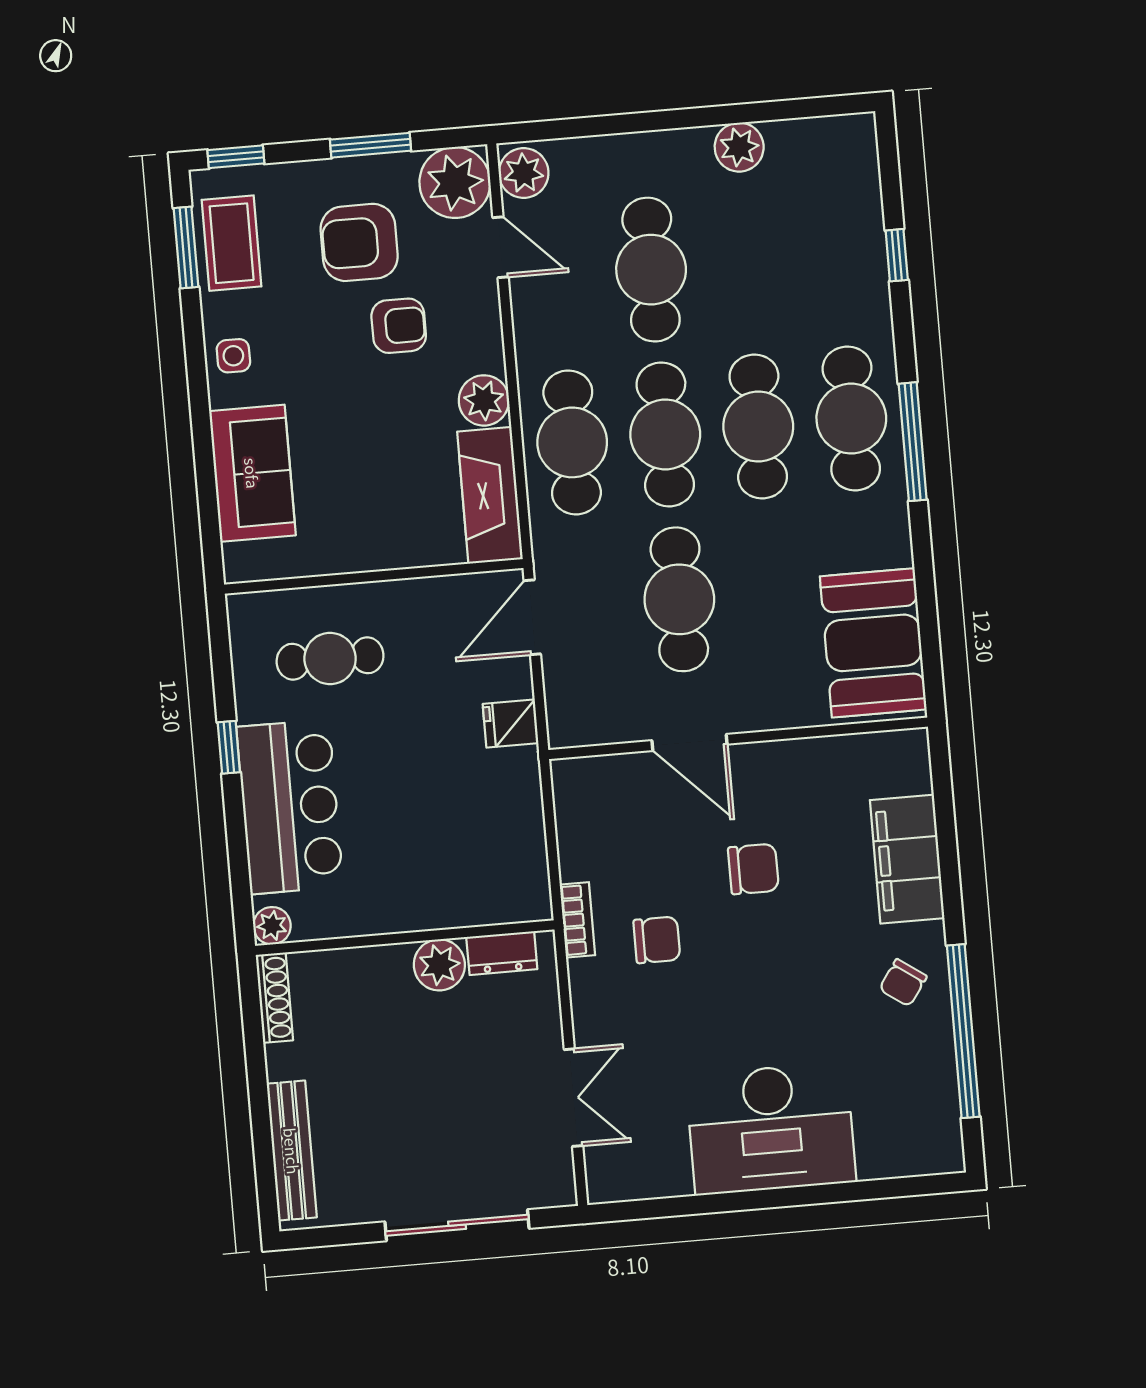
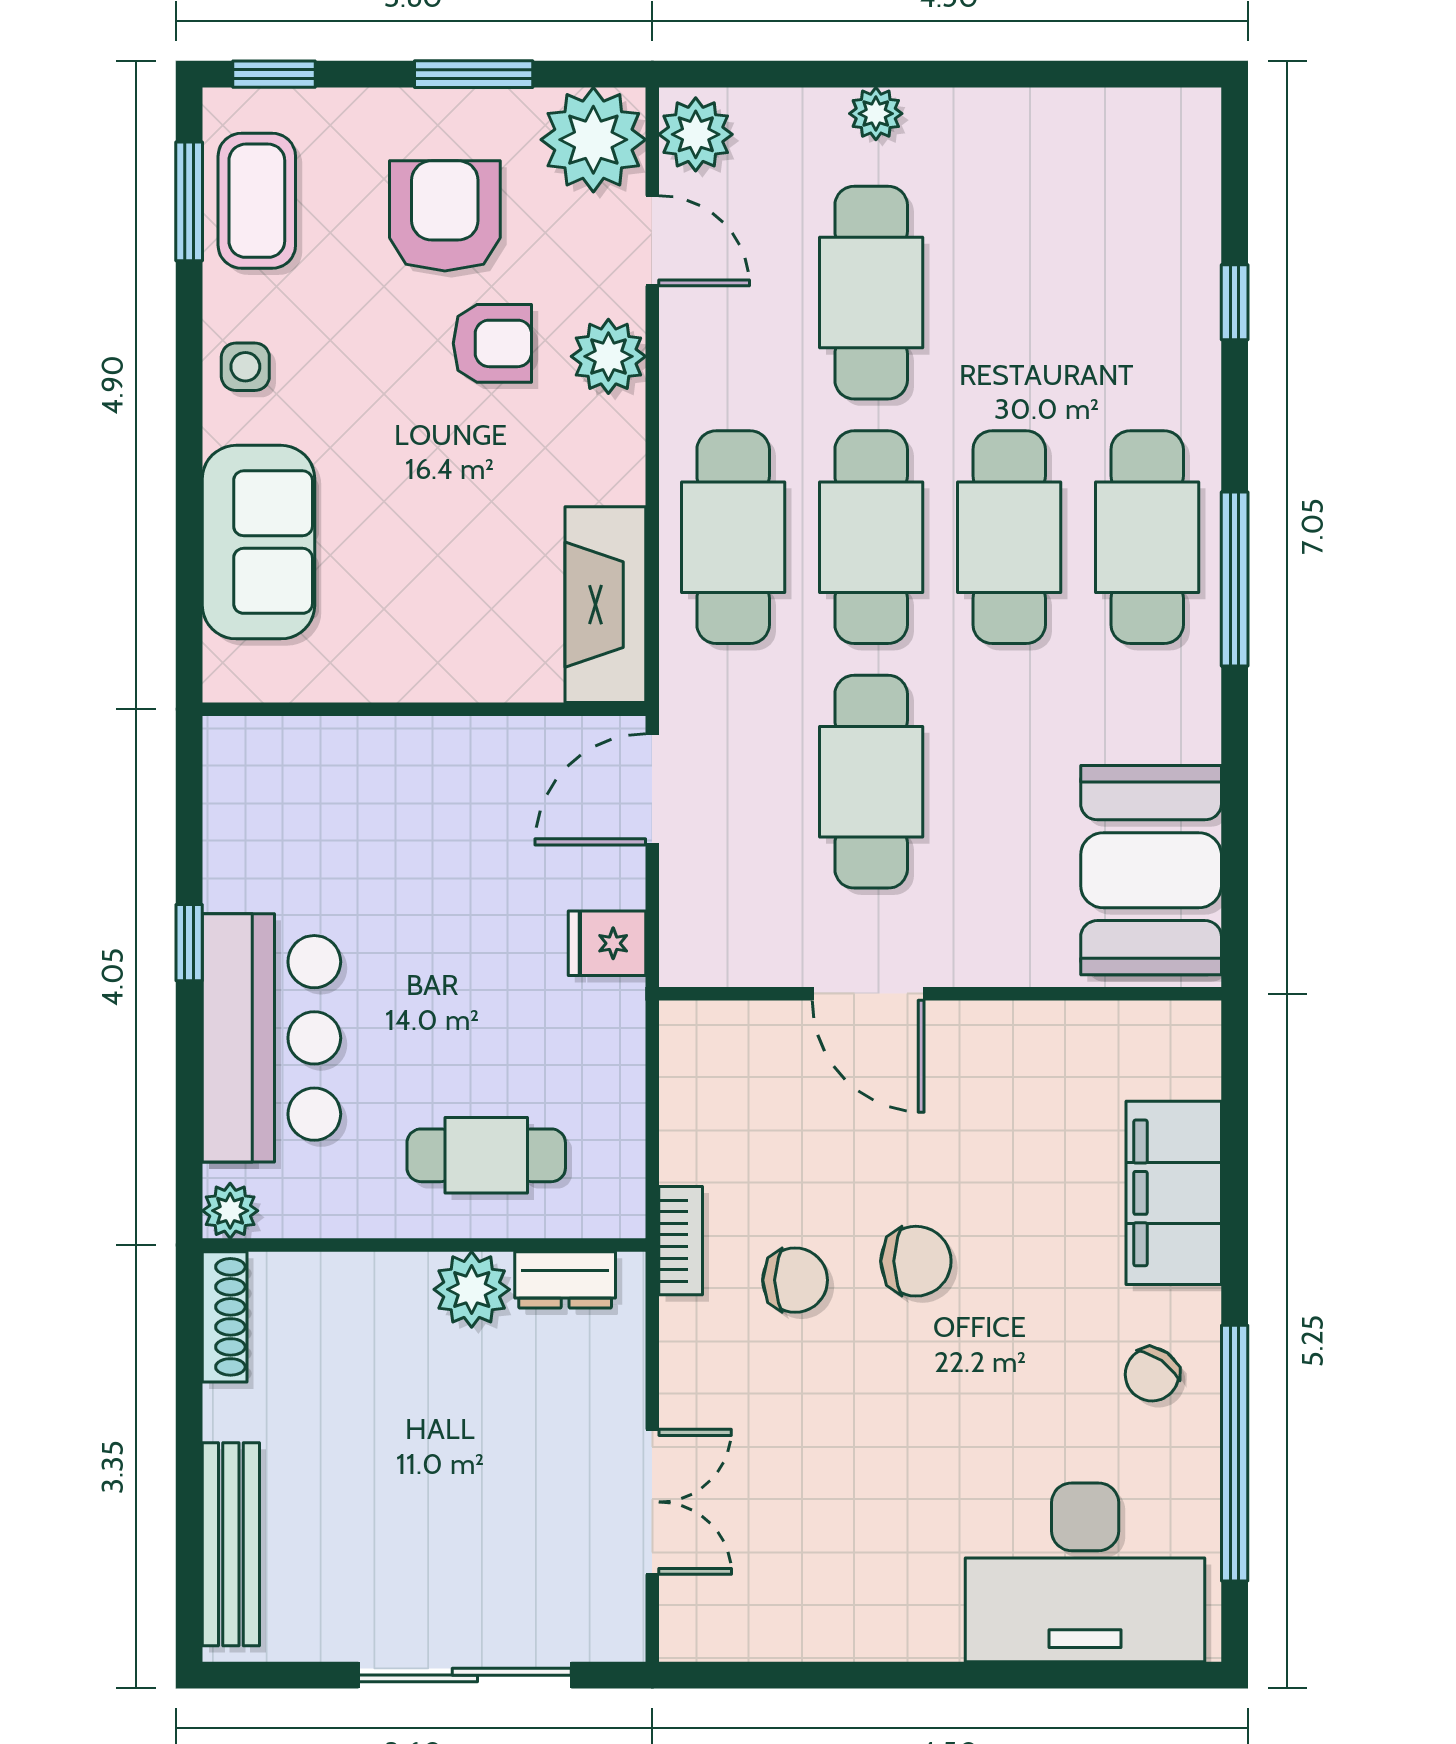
plant: (739, 147) -> (876, 114), moved, width x0.73, depth x0.73
armchair: (359, 242) -> (445, 216), turned 90
plant: (484, 400) -> (608, 356), moved
cafe table: (330, 658) -> (486, 1155), moved
chair: (753, 869) -> (916, 1261), moved
desk: (771, 1129) -> (1085, 1572), moved

